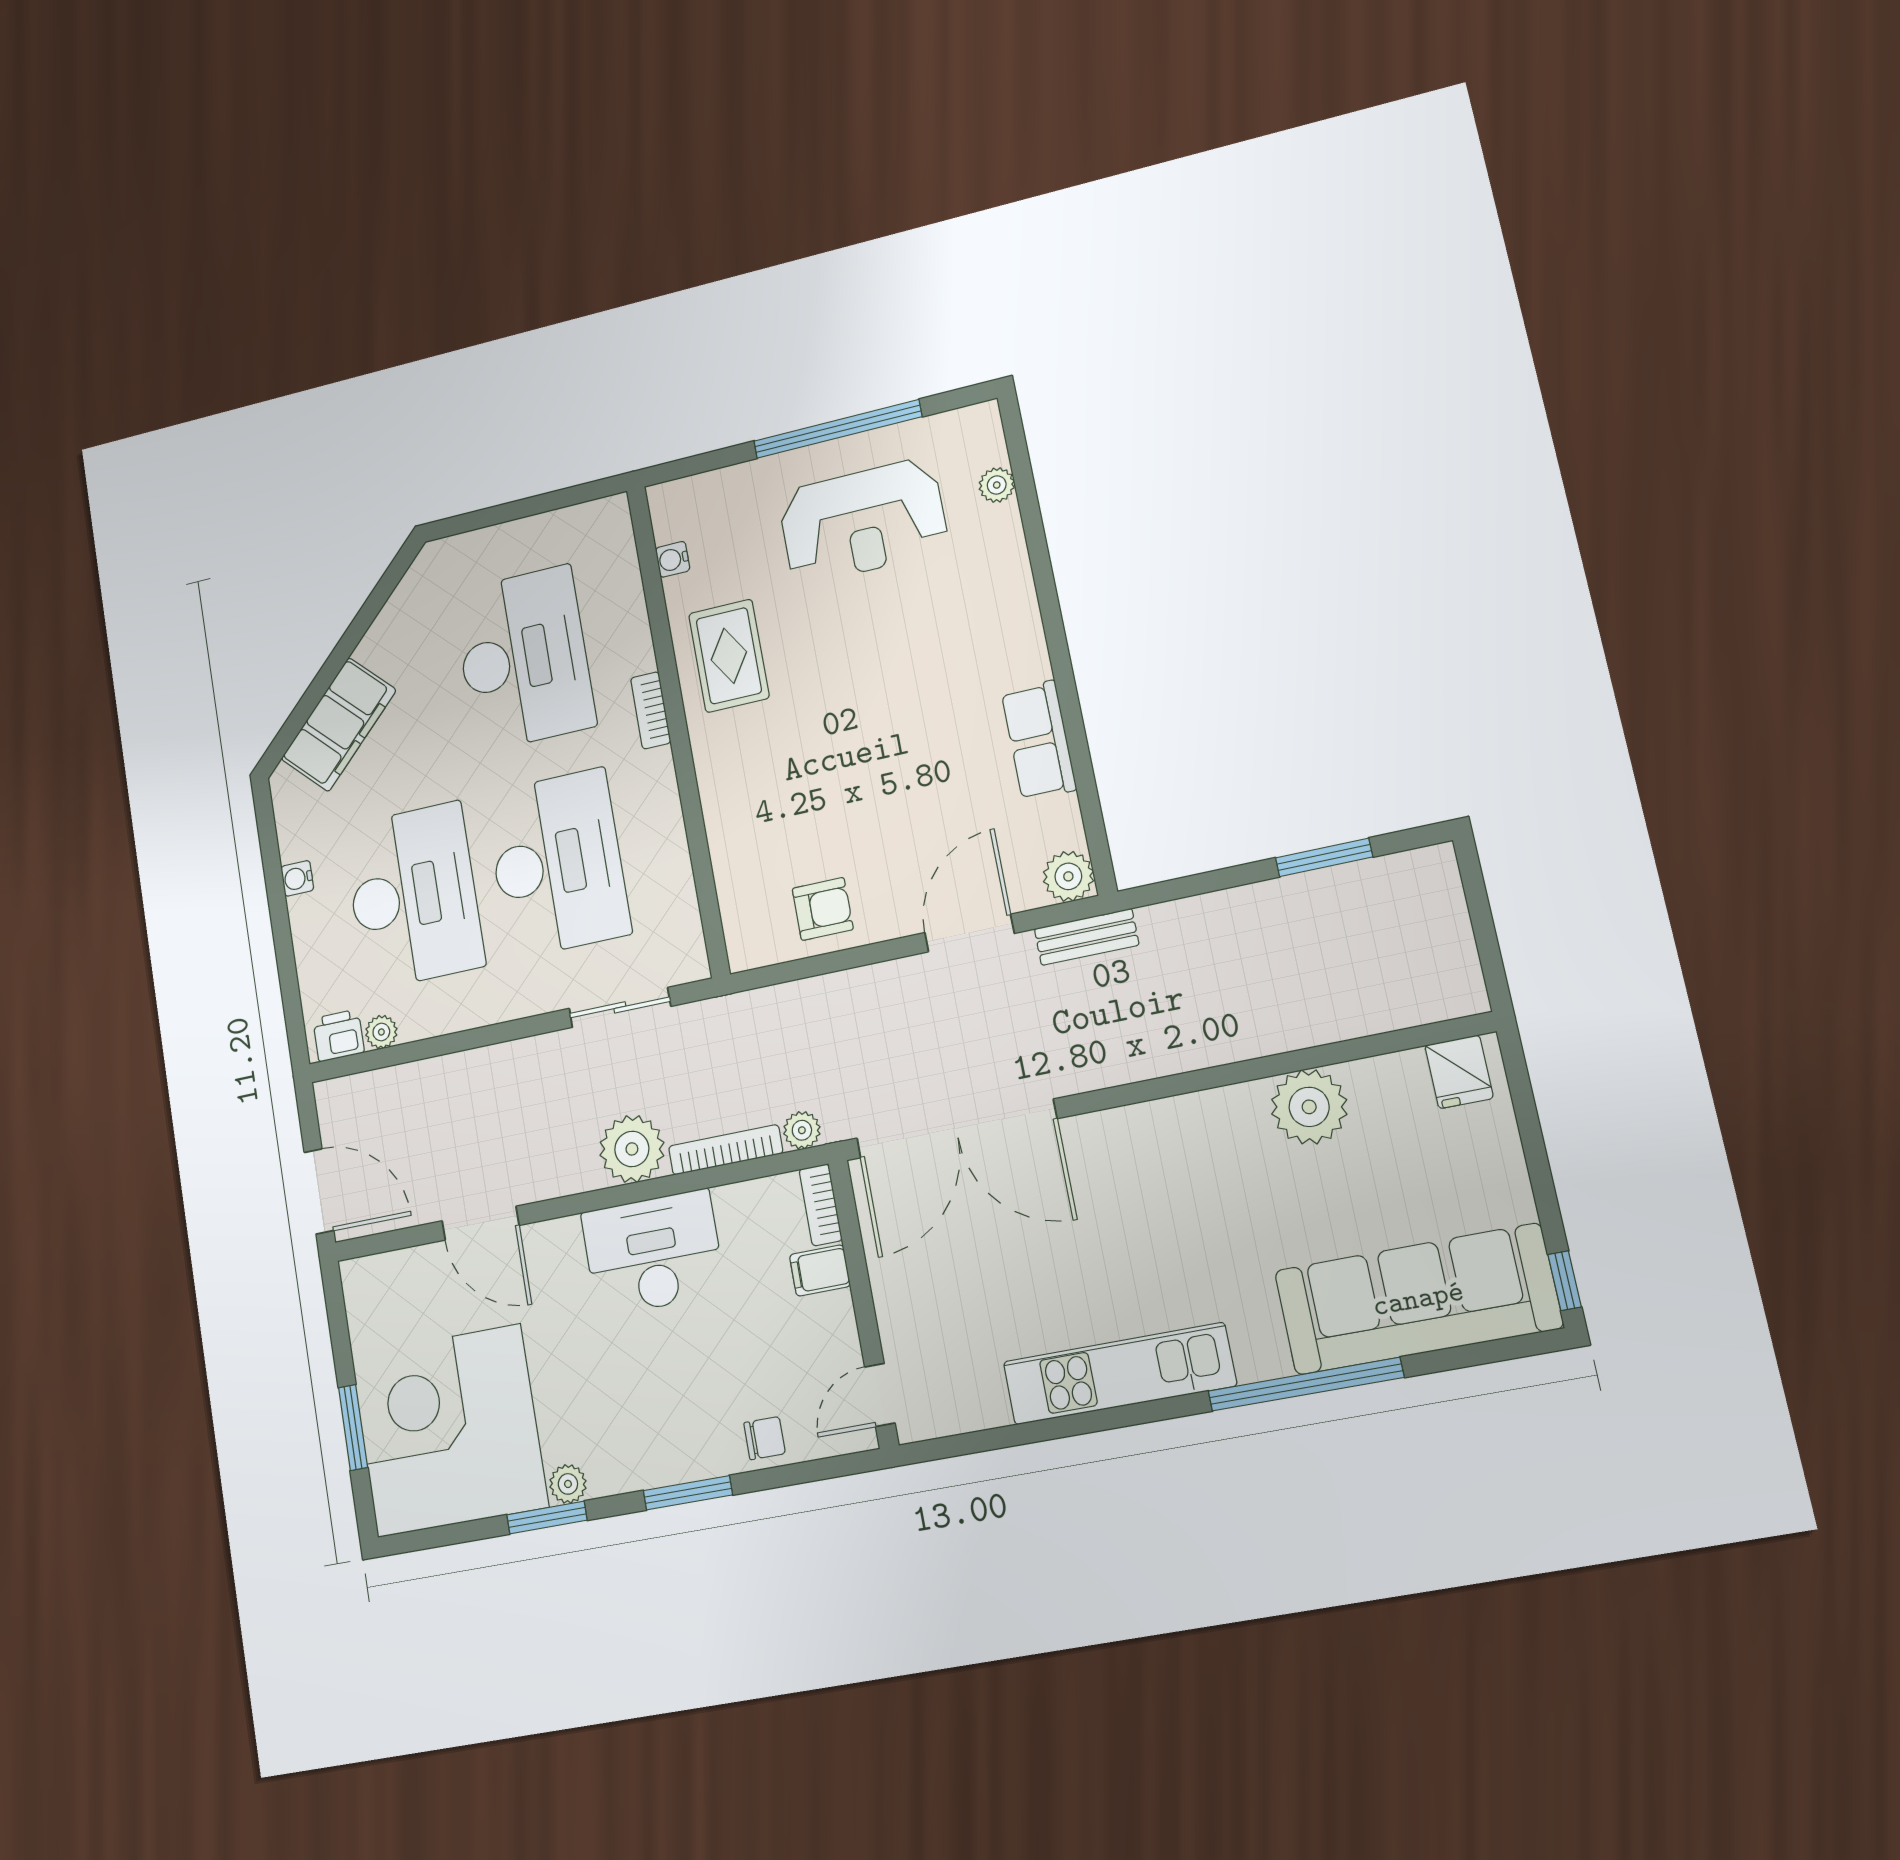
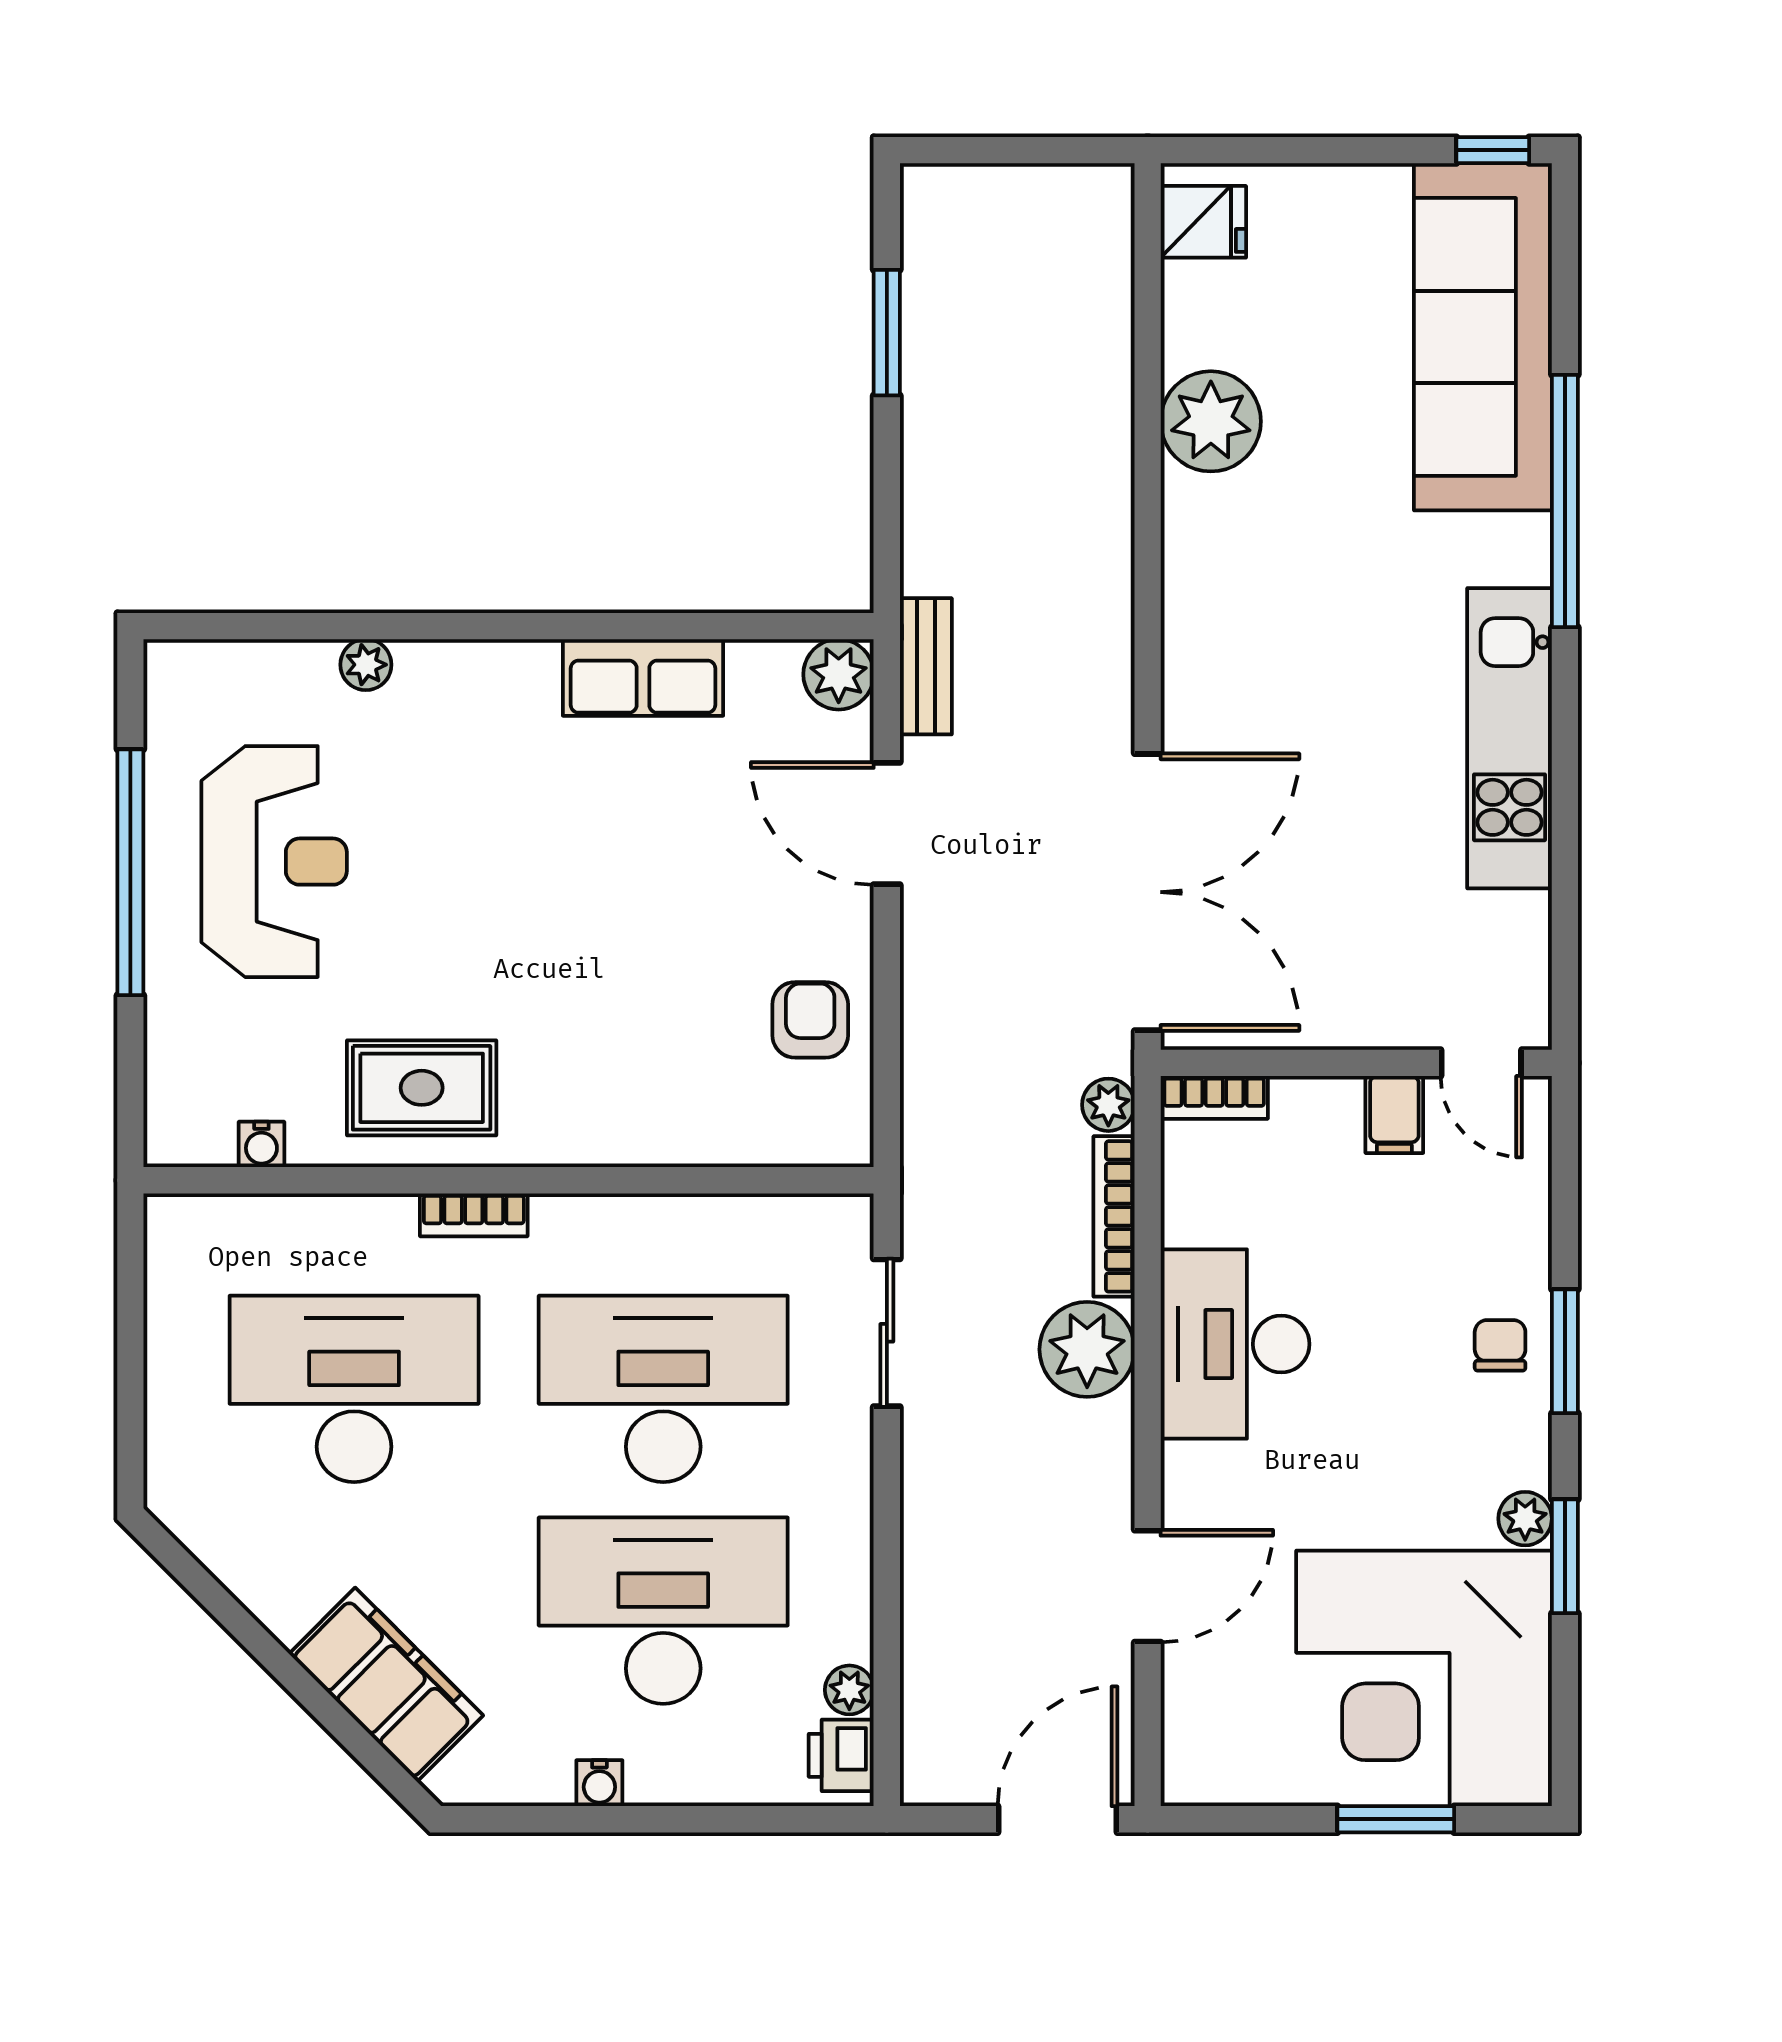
plant: (997, 485) -> (366, 665), moved
filing cabinet: (820, 1270) -> (1394, 1115), moved
chair: (765, 1438) -> (1500, 1345), moved

